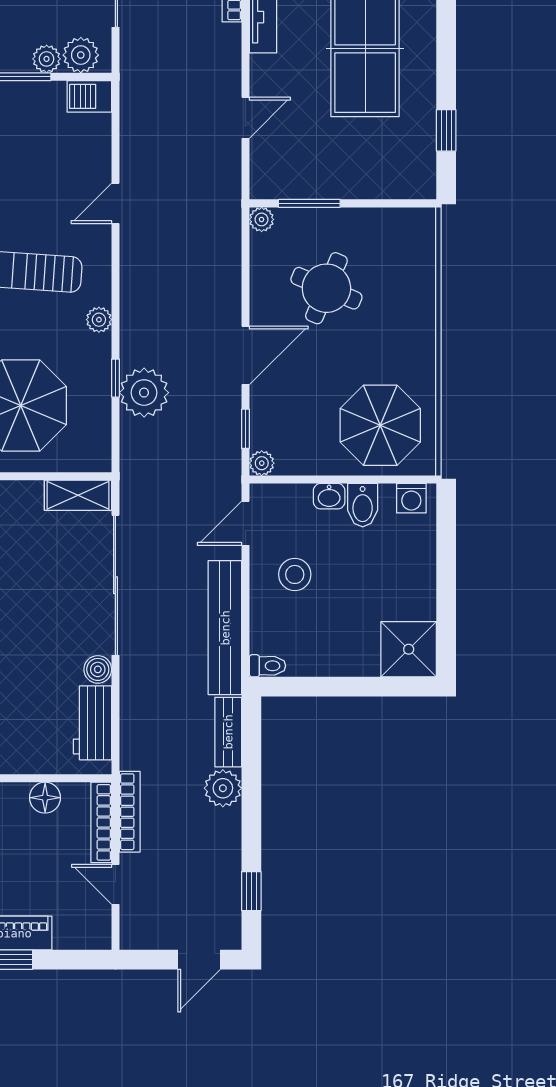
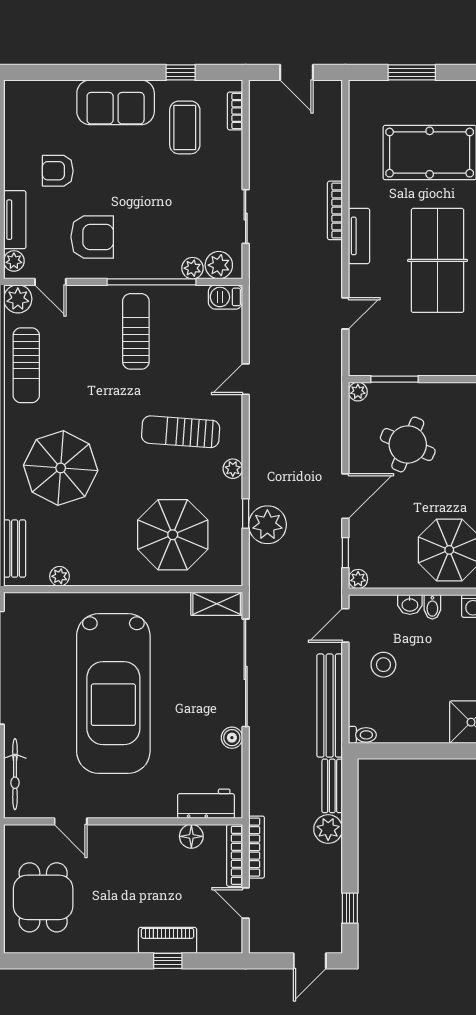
bidet: (363, 505) -> (432, 607), width x0.72, depth x0.74
workbench: (92, 723) -> (206, 804), moved, turned 90

